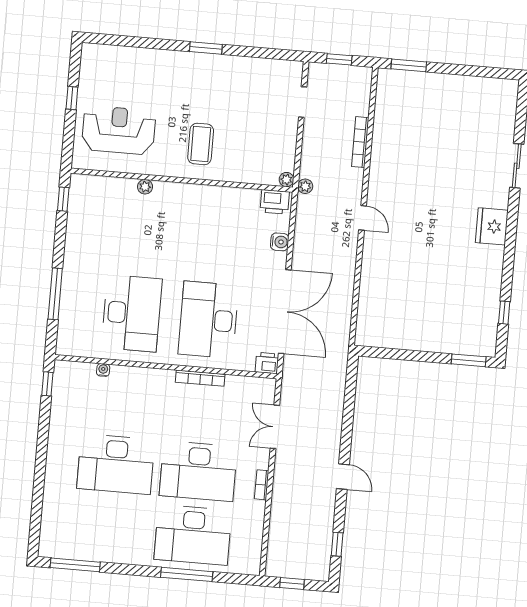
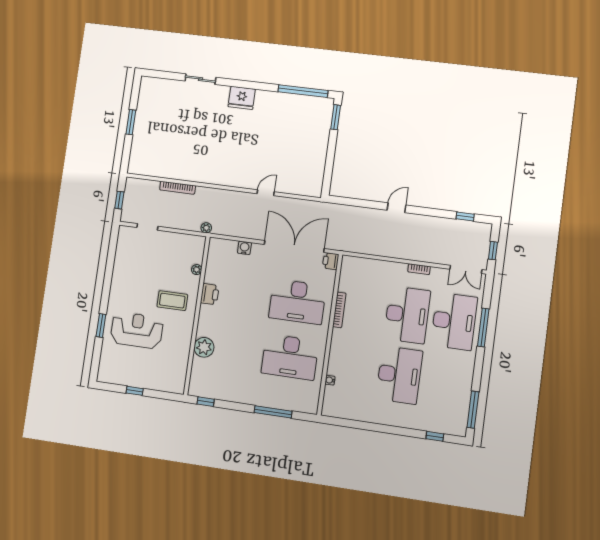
window: (206, 48) -> (101, 326), moved
window: (409, 65) -> (131, 122), moved
reception desk: (119, 130) -> (137, 330), moved, turned 90
plant: (286, 180) -> (197, 270), moved
plant: (145, 187) -> (204, 347), width x1.87, depth x1.87
printer: (275, 202) -> (210, 294), moved
door: (363, 218) -> (266, 193), moved
desk: (132, 313) -> (290, 357), turned 180
window: (504, 313) -> (303, 91), width x3.17
window: (47, 384) -> (435, 436), moved
double door: (275, 427) -> (466, 269), moved
door: (343, 477) -> (396, 208), moved

